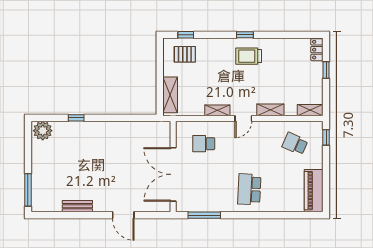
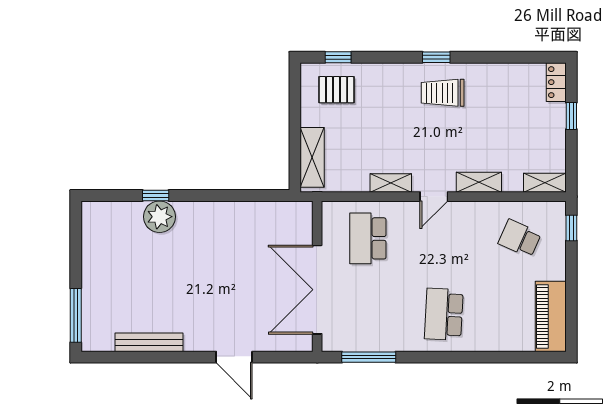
plant: (43, 131) -> (159, 217), moved
school desk: (204, 144) -> (368, 238), width x1.85
bench: (77, 206) -> (149, 342), width x1.36

